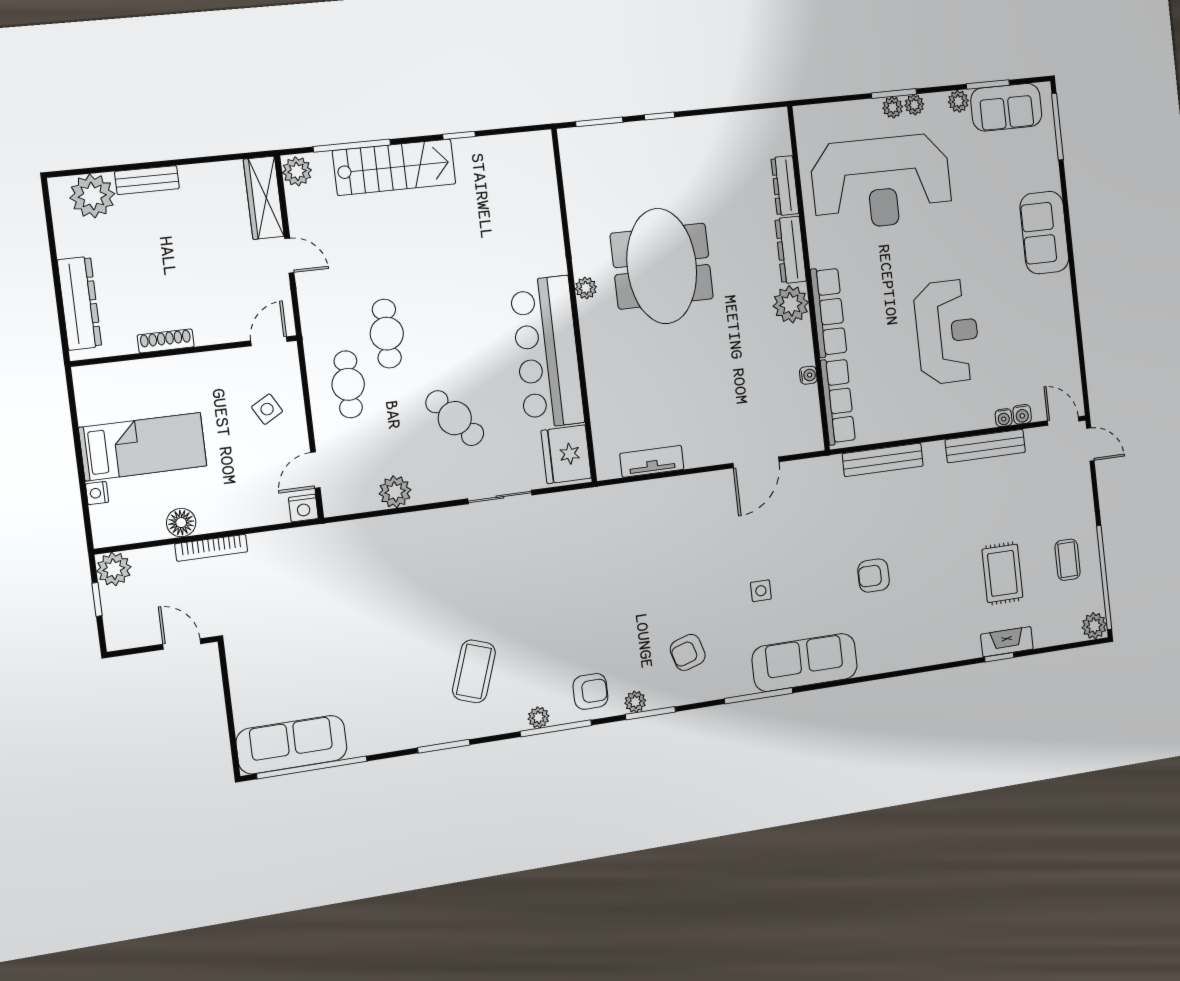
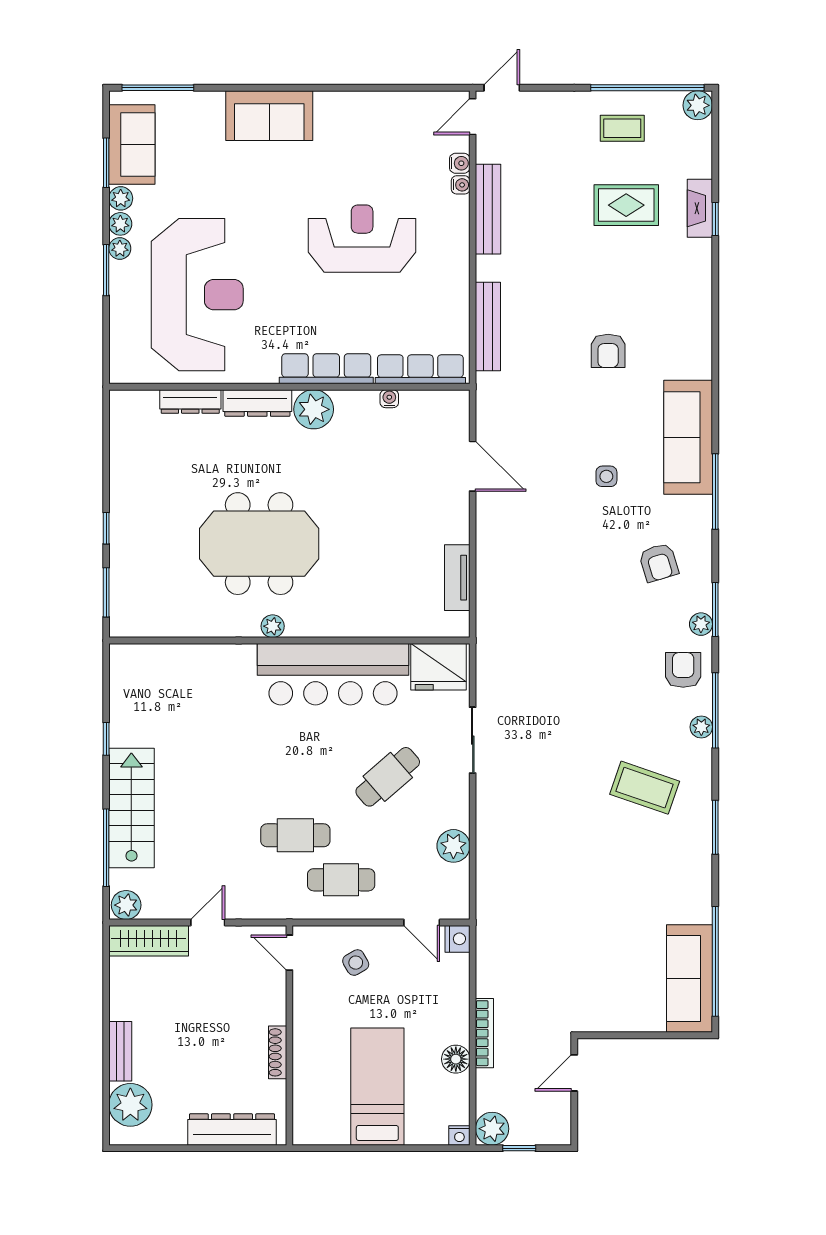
plant: (893, 107) -> (120, 224), moved
nightstand: (97, 493) -> (459, 1135), moved

